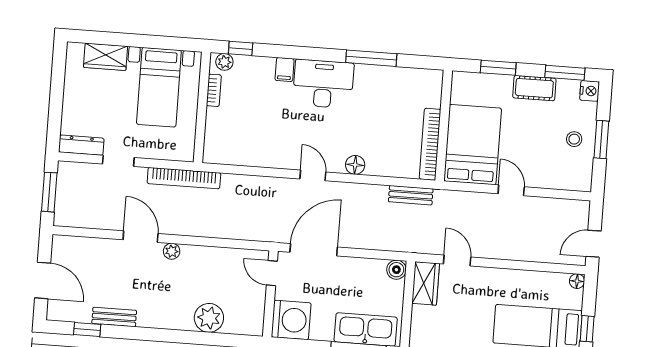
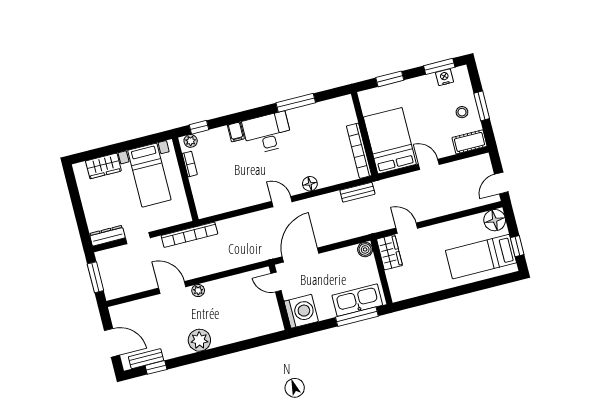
cot: (534, 88) -> (470, 142), moved
nightstand: (590, 91) -> (445, 77), moved, turned -90
floor lamp: (577, 281) -> (495, 220), width x1.89, depth x1.89
bench: (114, 317) -> (146, 359), moved
plant: (209, 318) -> (199, 340), moved

